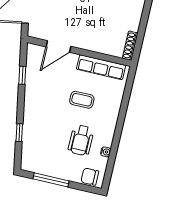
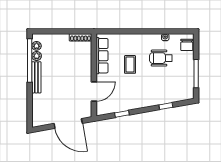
door: (58, 47) -> (94, 92), hinge flipped
wheelchair: (81, 140) -> (161, 58), turned 180

